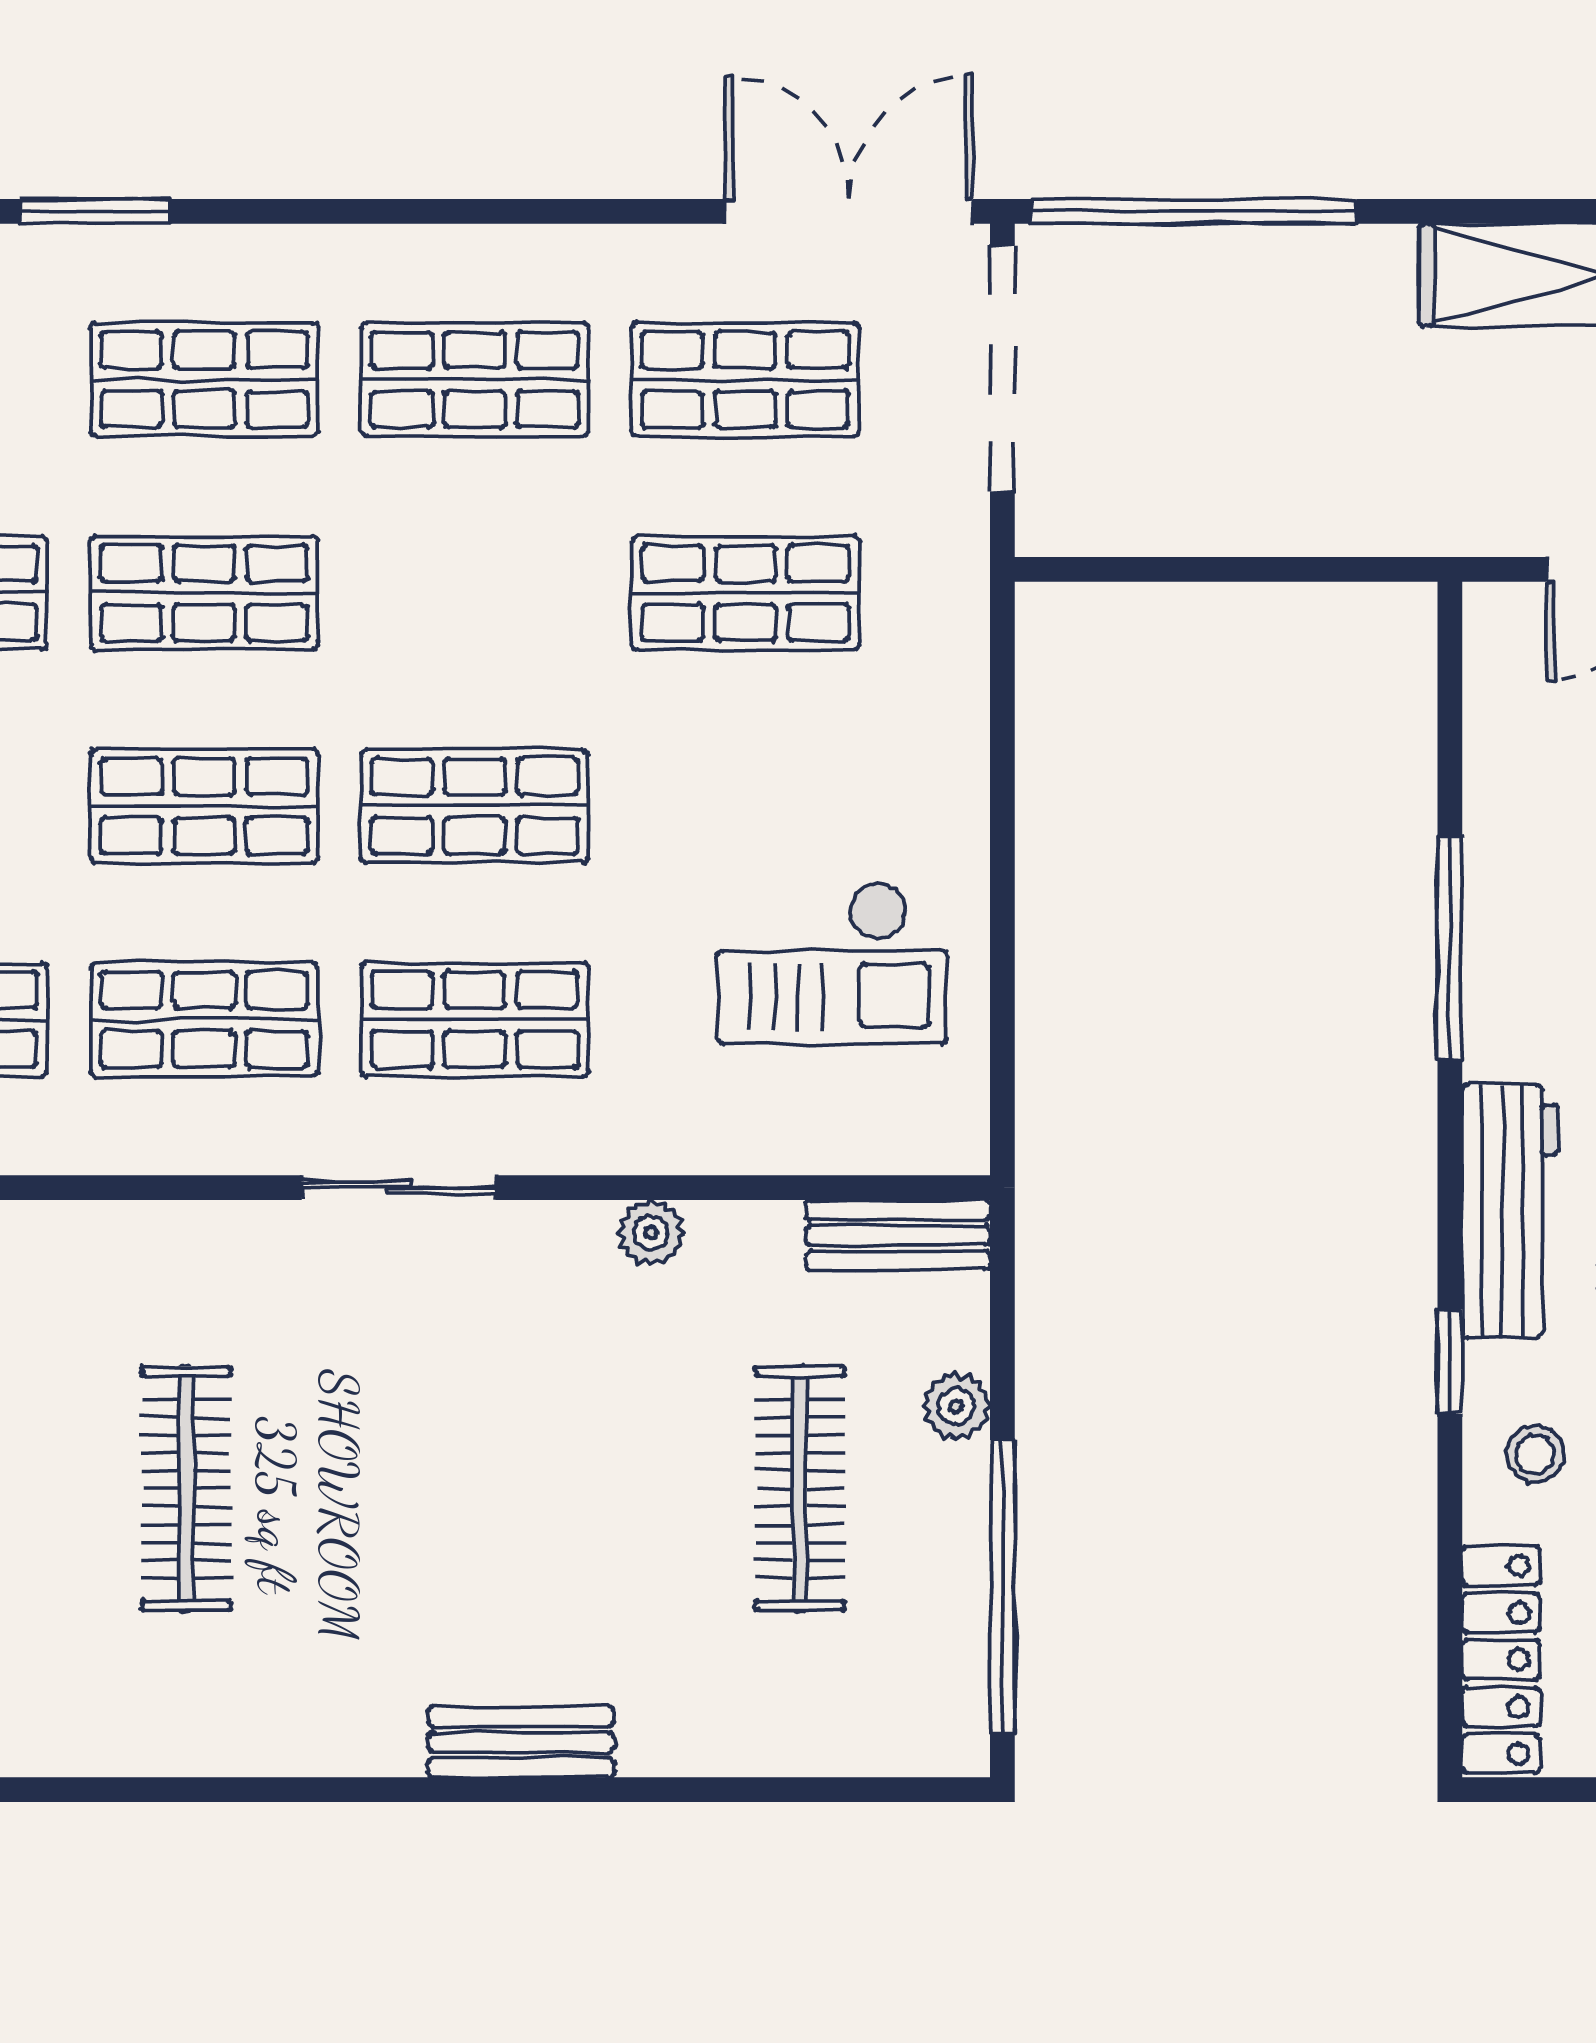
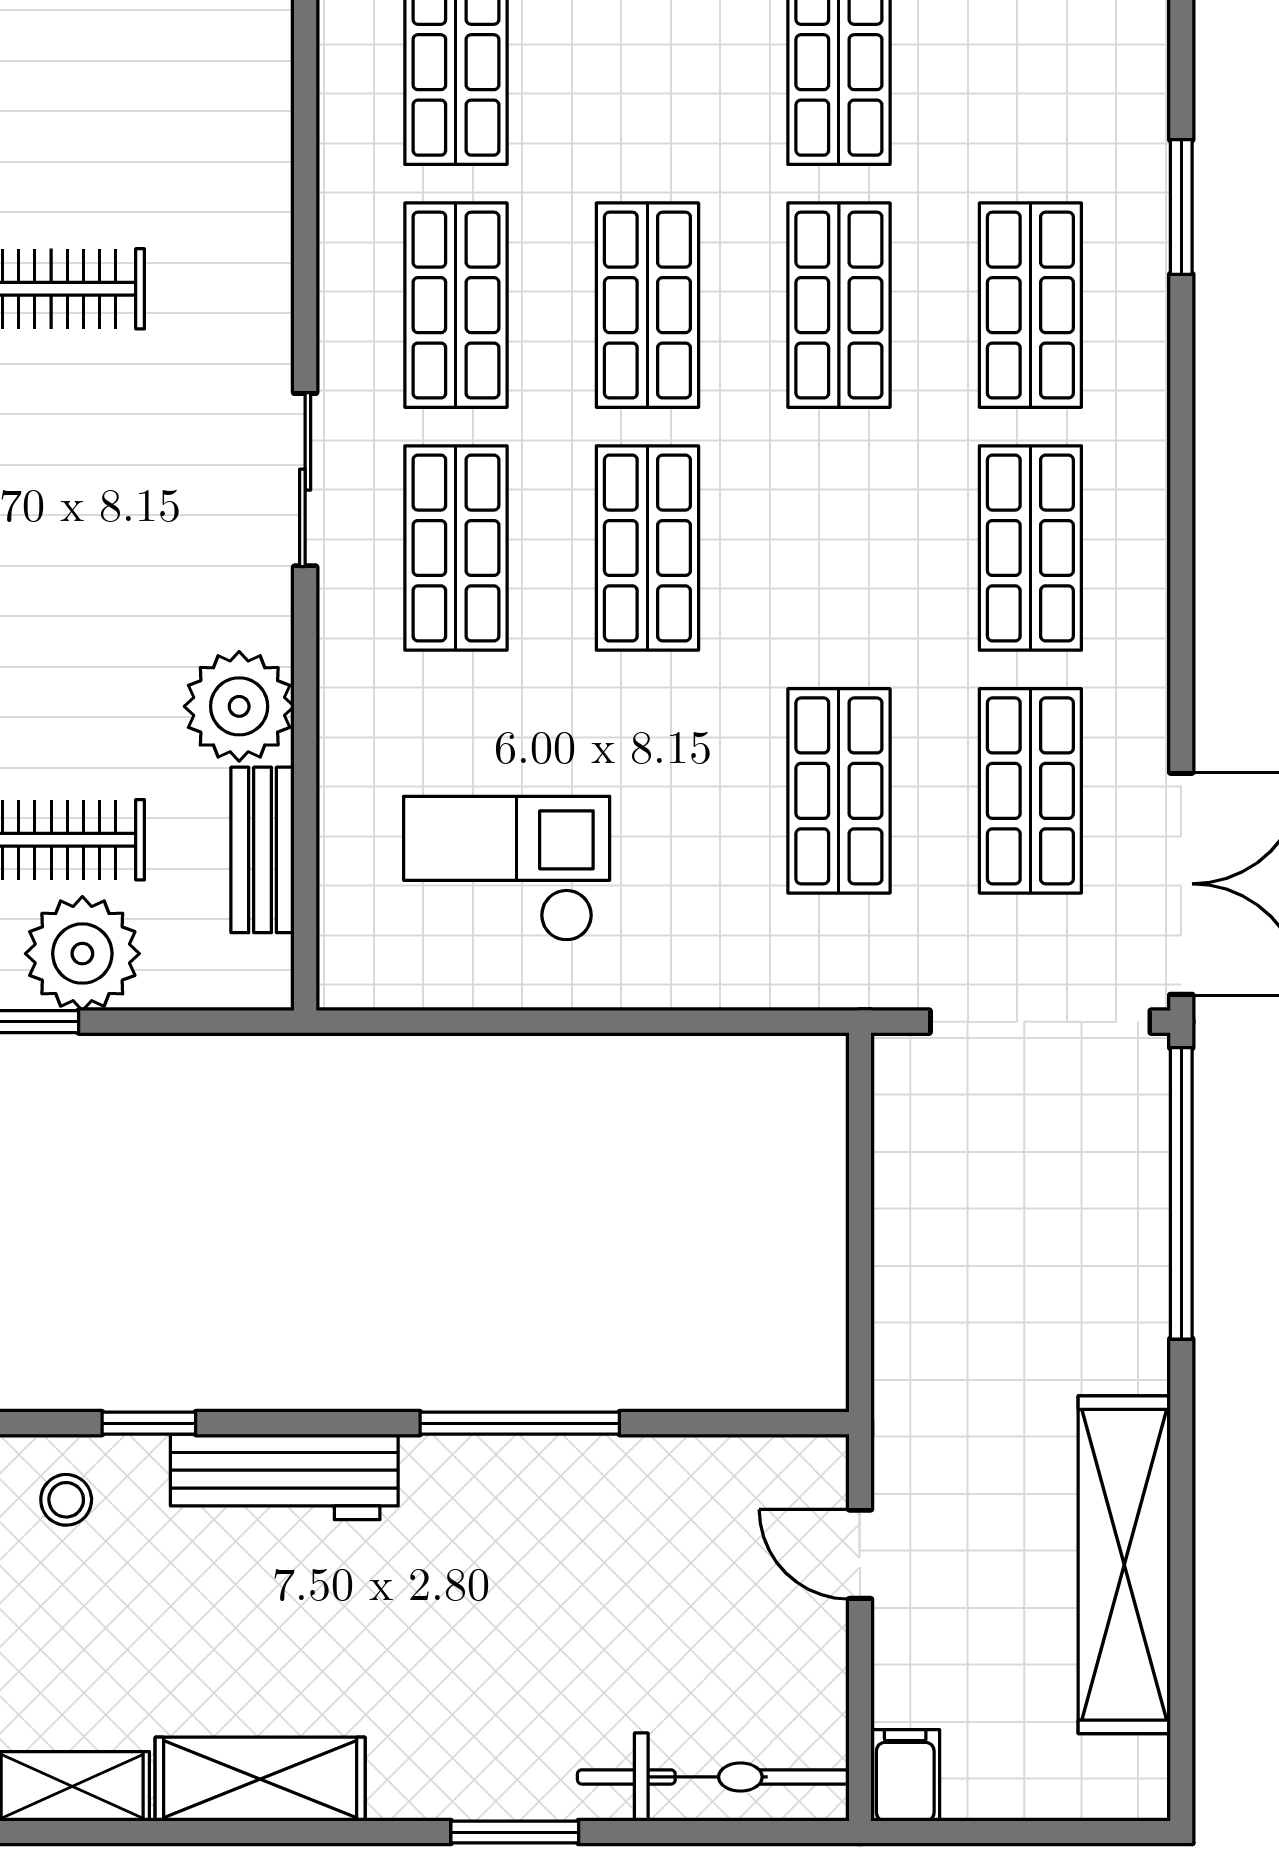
checkout: (832, 963) -> (507, 869), turned 90
plant: (651, 1233) -> (239, 706), width x1.88, depth x1.88
bench: (898, 1235) -> (263, 850), moved
plant: (956, 1406) -> (82, 954), width x1.87, depth x1.87

